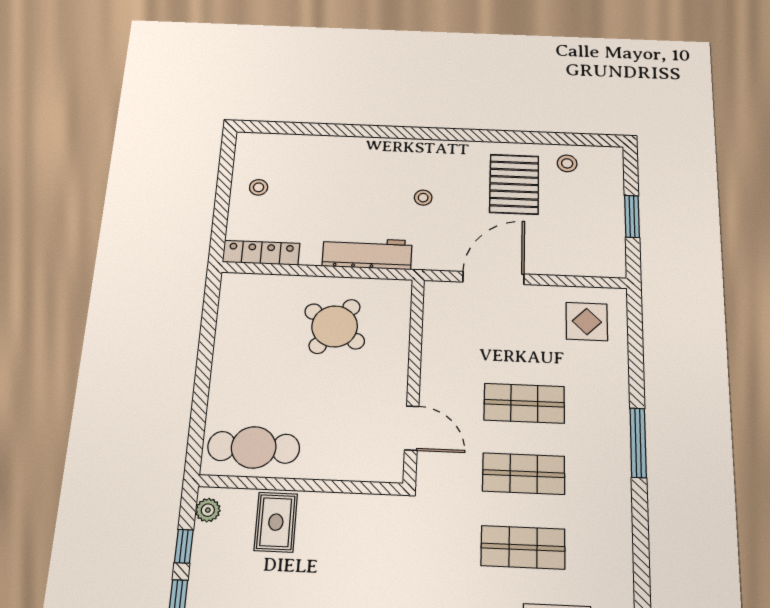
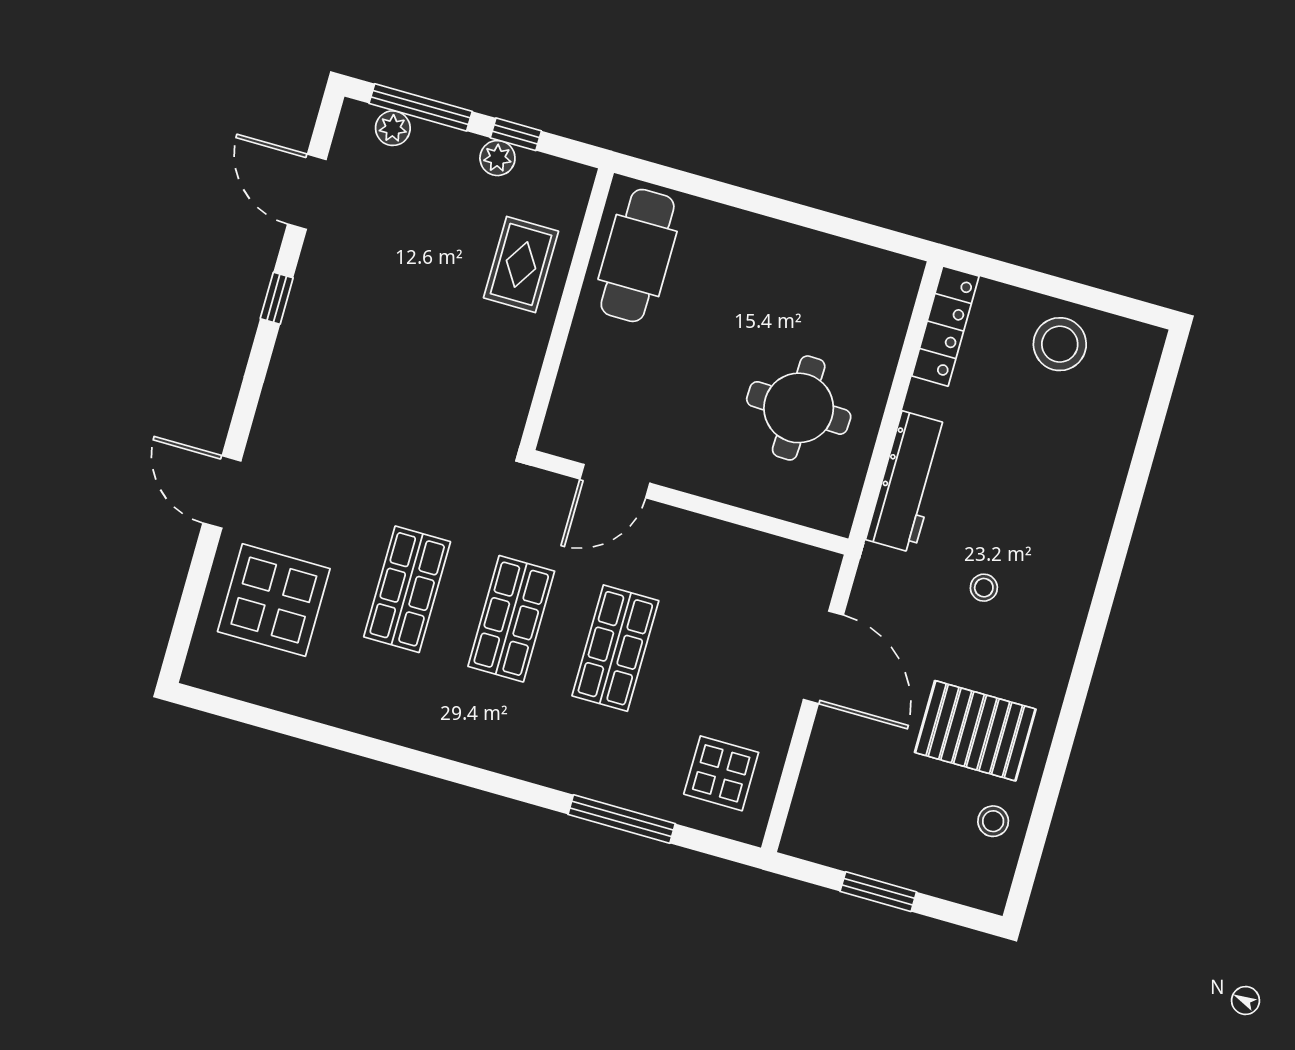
stool: (259, 187) -> (1060, 344), width x1.89, depth x1.89
round table: (335, 326) -> (799, 408), turned -33
window: (638, 443) -> (622, 819), moved
plant: (208, 510) -> (497, 158), moved
rug: (276, 522) -> (521, 264), turned 90

